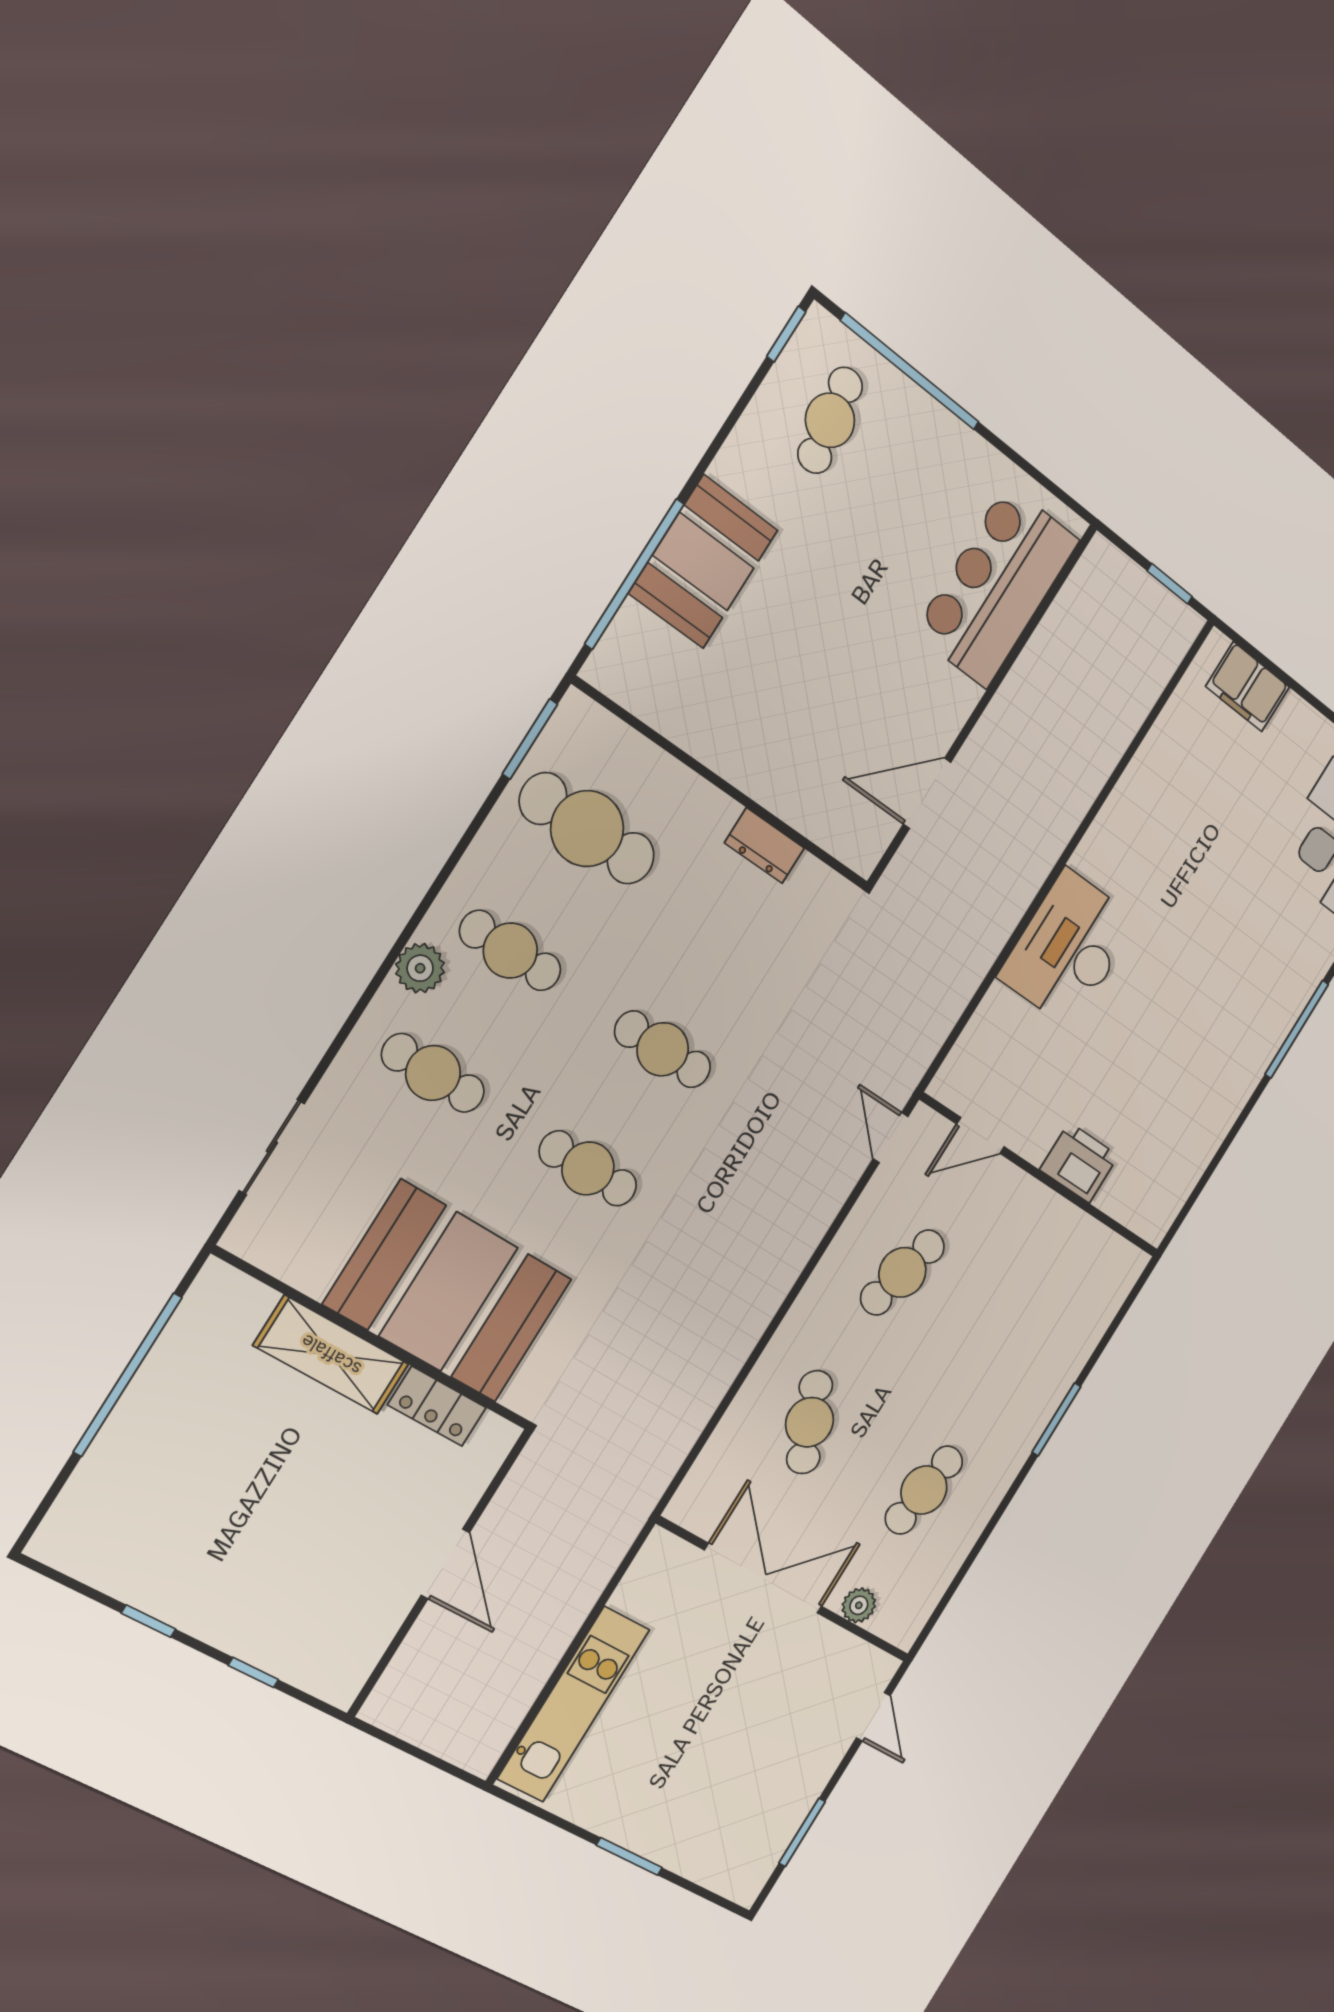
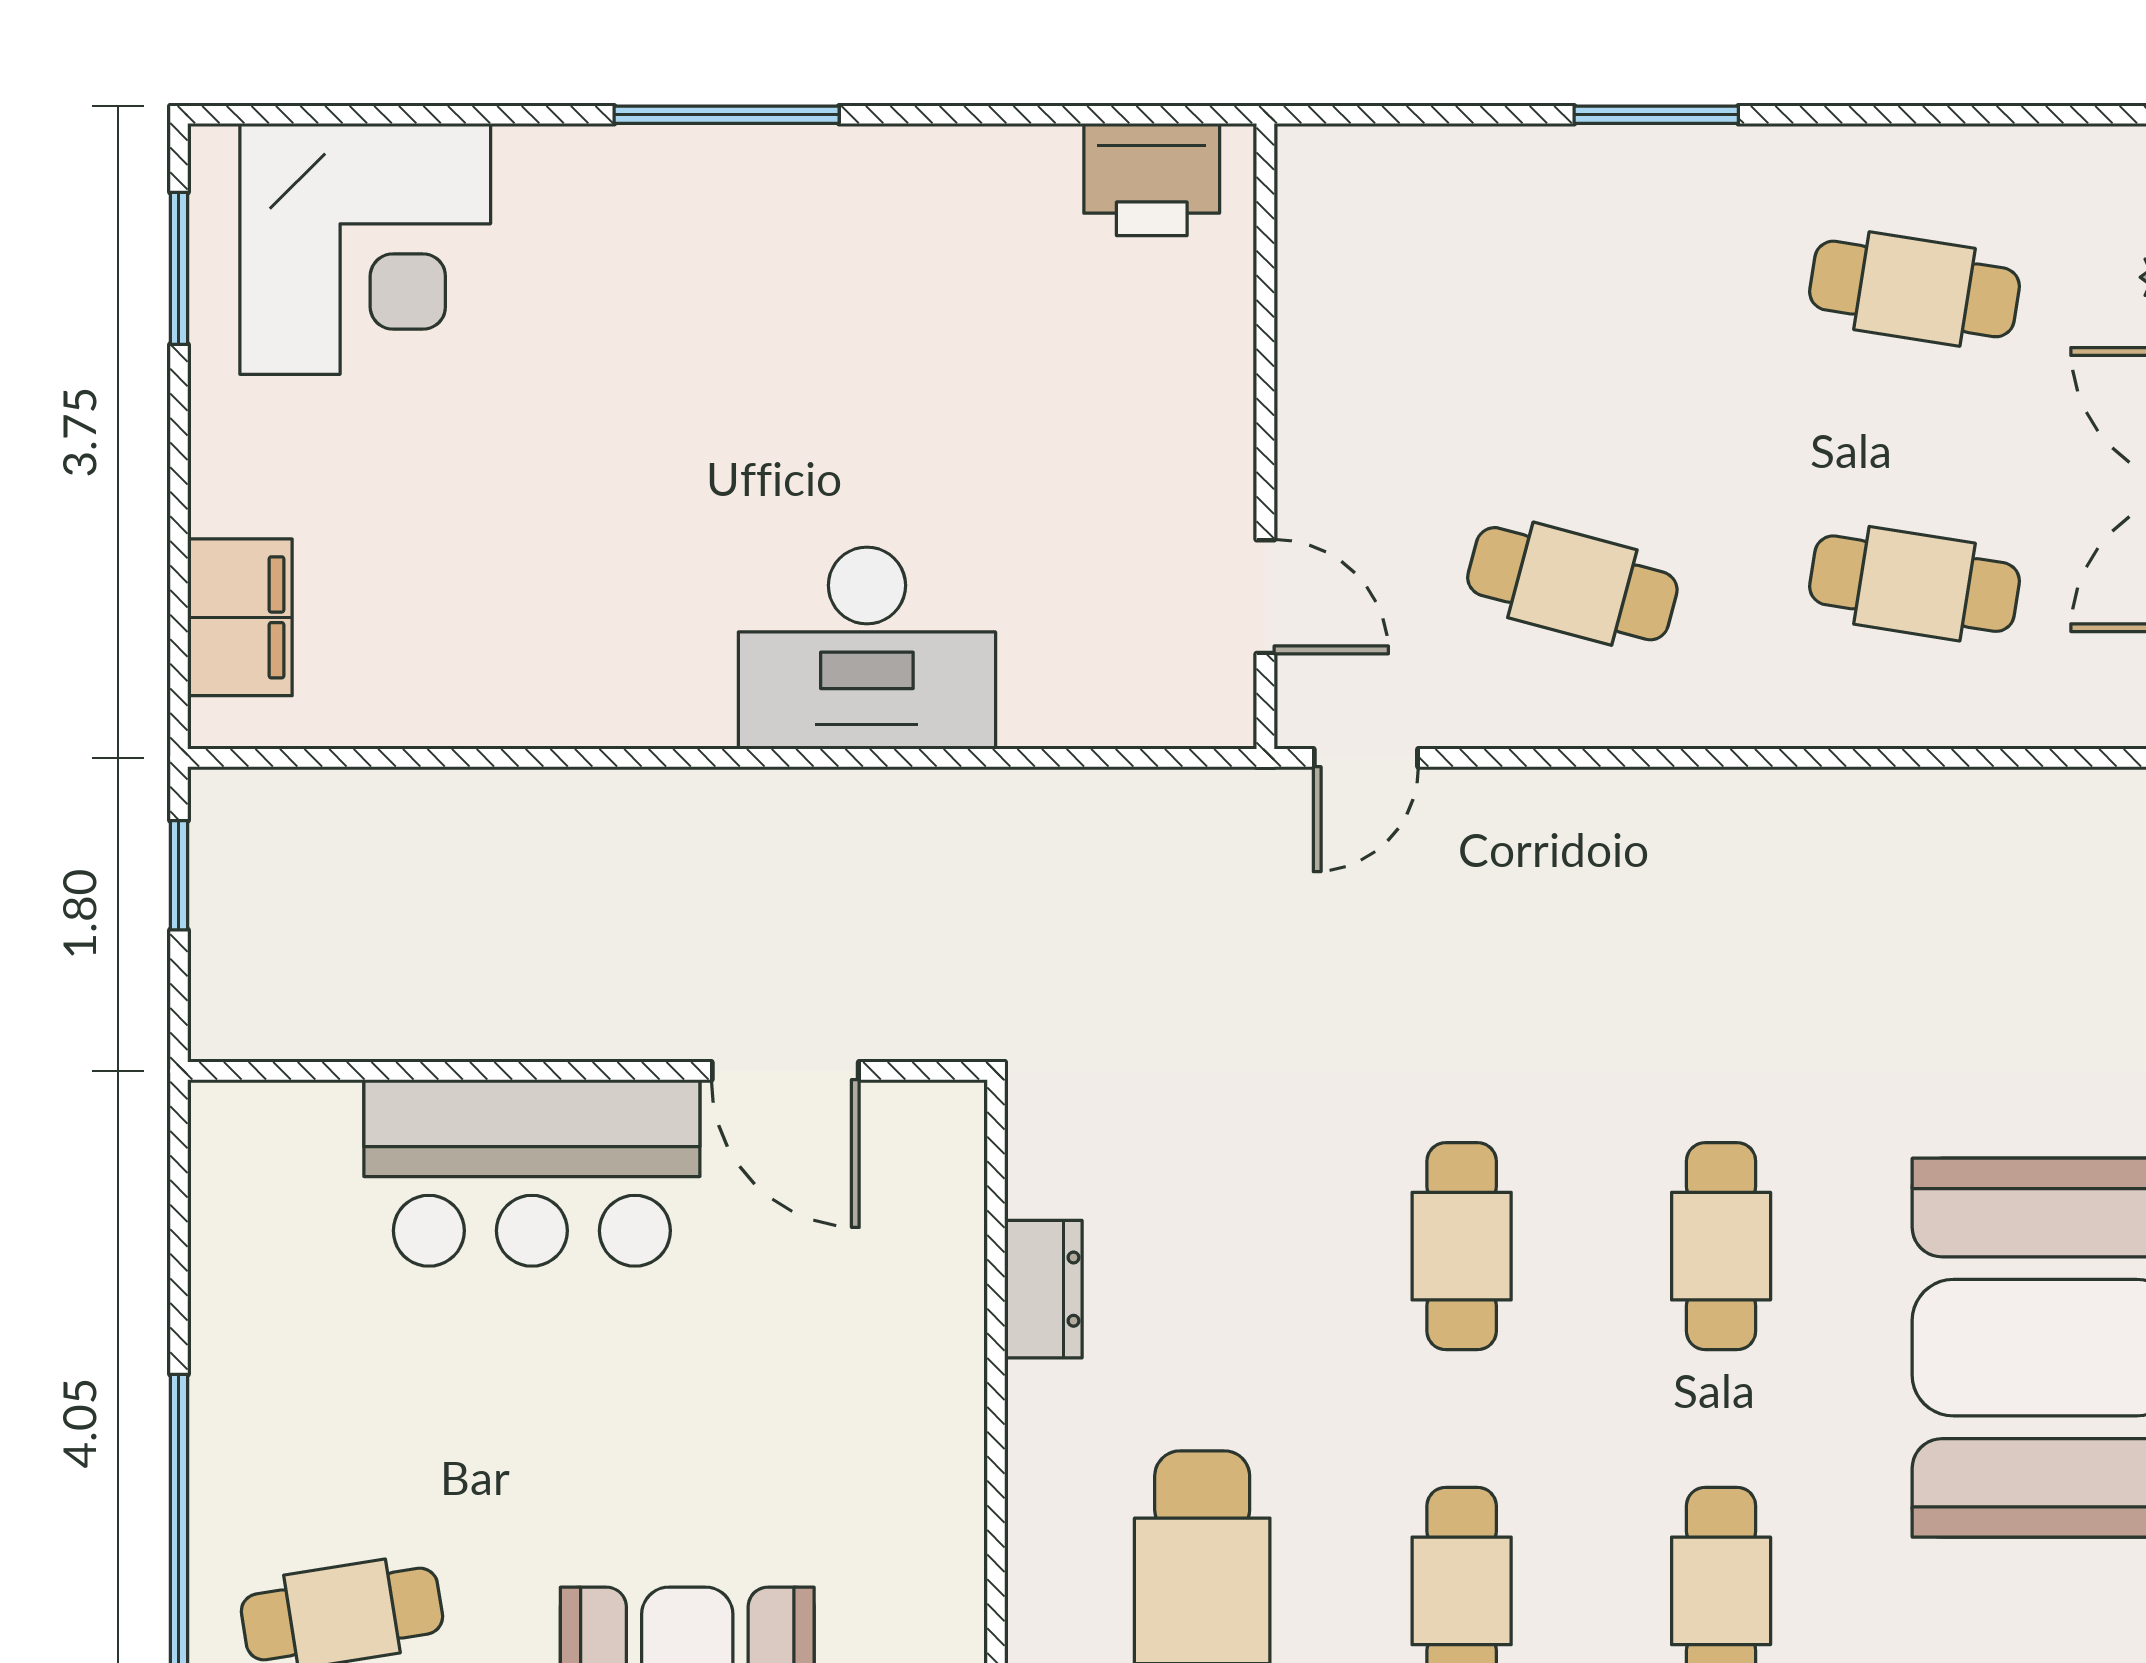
bar counter: (997, 586) -> (532, 1173), moved
printer: (1079, 1163) -> (1152, 180), moved, turned -90
cafe table: (810, 1422) -> (1914, 584), turned 33

